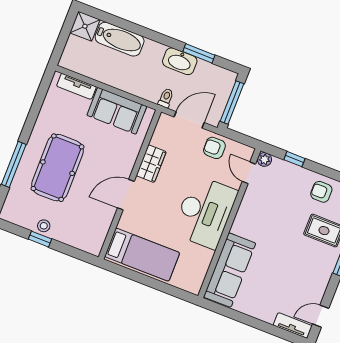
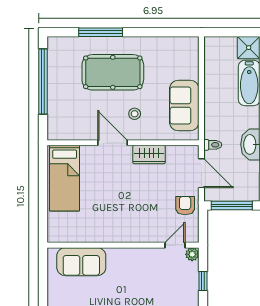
tv unit: (76, 86) -> (192, 61), removed
desk: (205, 212) -> (124, 219), removed
stool: (44, 226) -> (135, 114), moved
window: (40, 239) -> (43, 82), width x3.17
sofa: (230, 270) -> (81, 262), width x0.73

